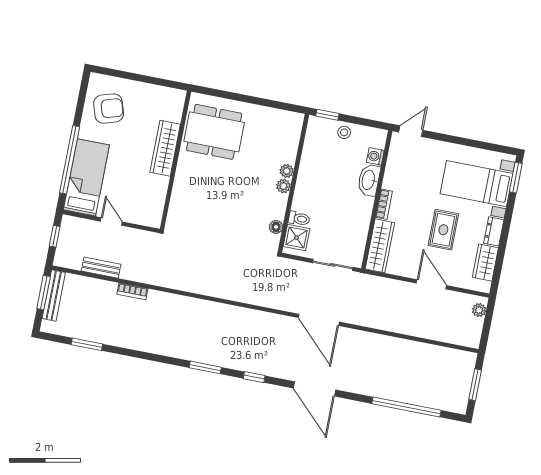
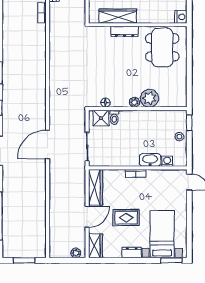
nightstand: (176, 97) -> (181, 17), added
wardrobe: (165, 148) -> (118, 16), moved
plant: (287, 171) -> (149, 98), width x1.88, depth x1.88
dresser: (181, 181) -> (124, 32), added
wardrobe: (380, 246) -> (95, 187), moved, turned -90
wardrobe: (485, 263) -> (95, 246), moved, turned 90

